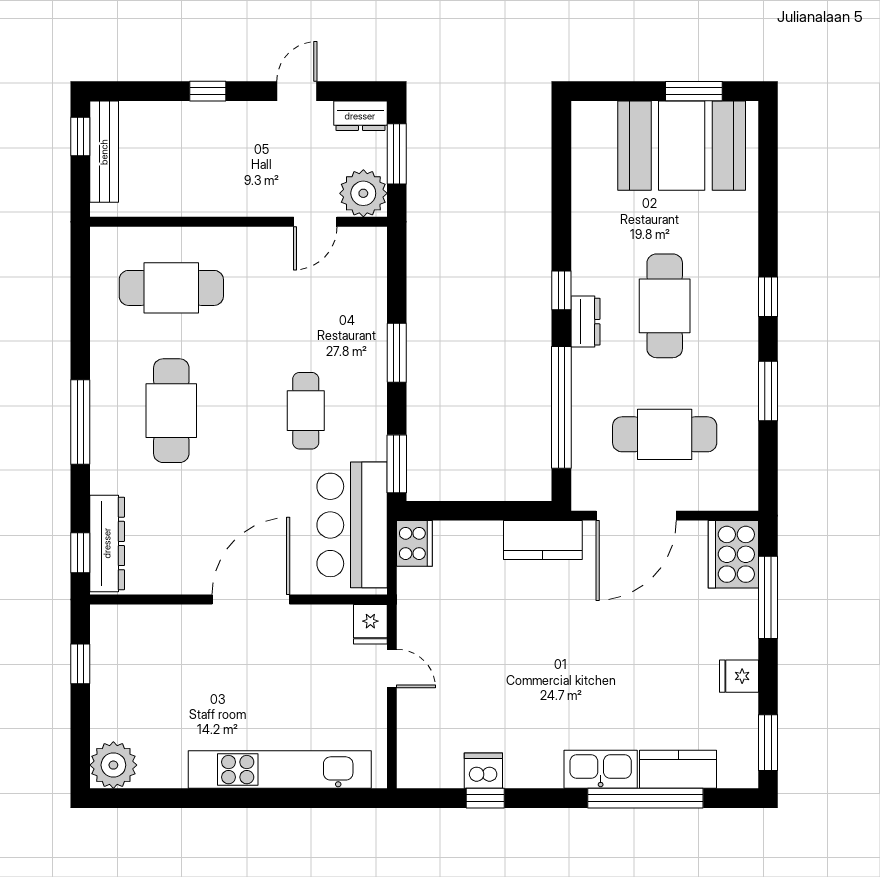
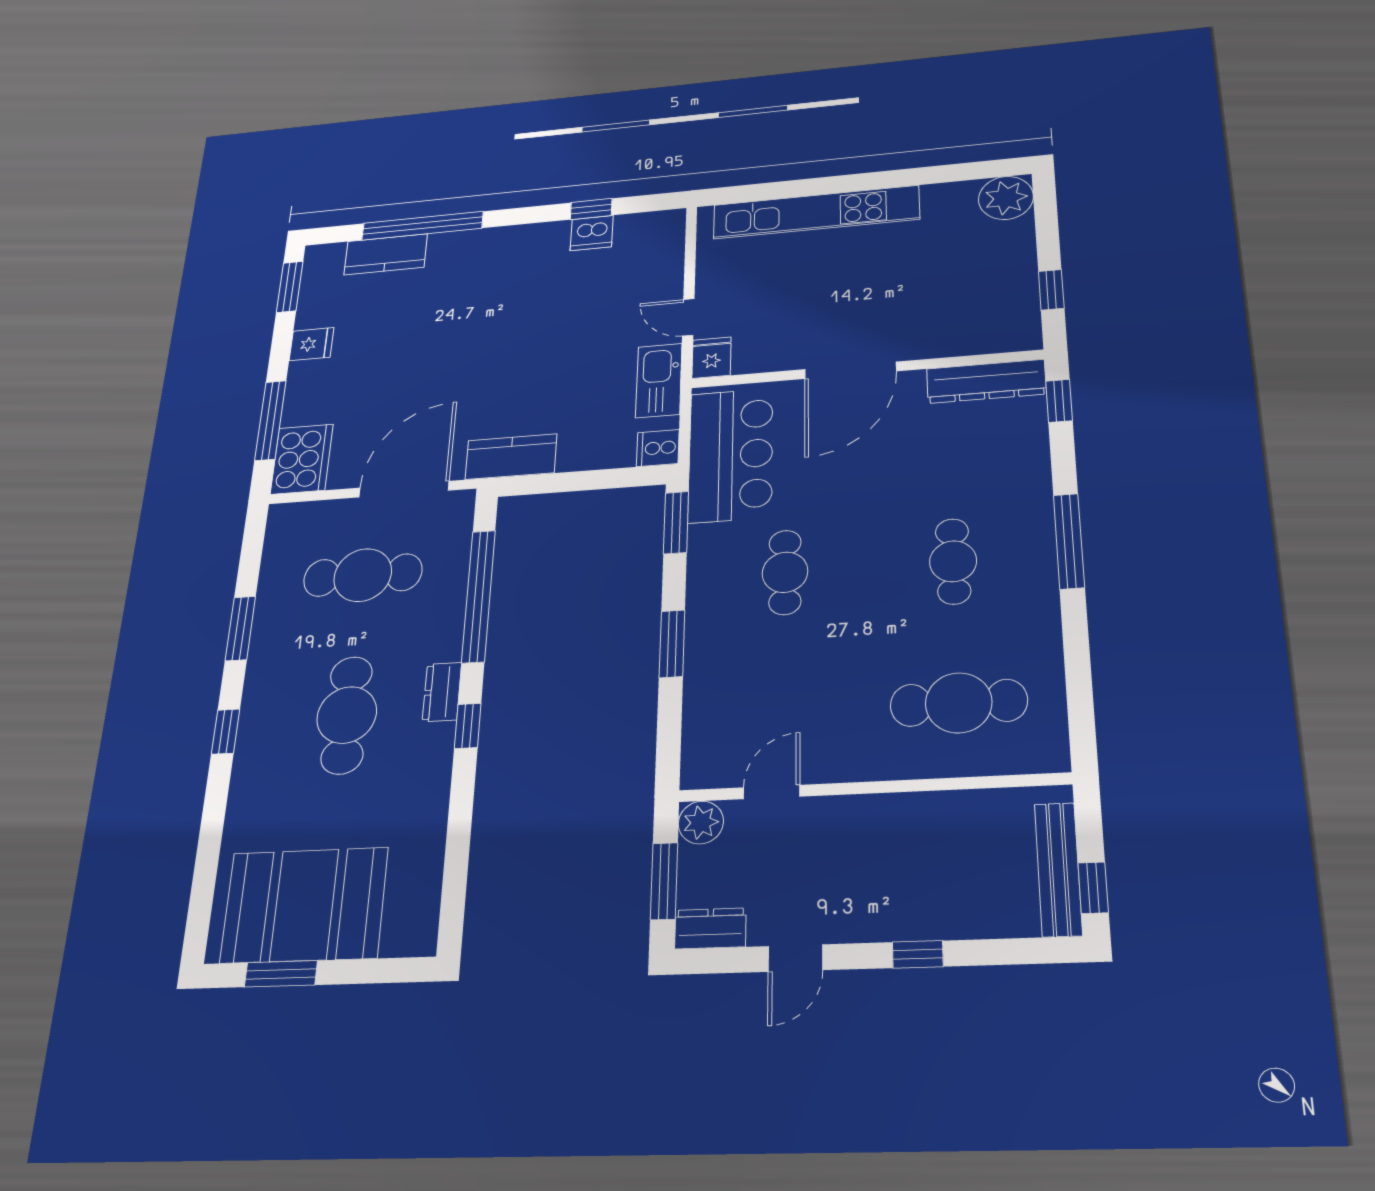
plant: (363, 193) -> (701, 822), width x0.73, depth x0.73
cafe table: (171, 411) -> (953, 561), width x0.73, depth x0.74
dresser: (107, 543) -> (986, 381), moved, turned -90
cooker: (414, 543) -> (658, 448), width x0.73
kitchen sink: (601, 769) -> (659, 380), moved, turned 90

